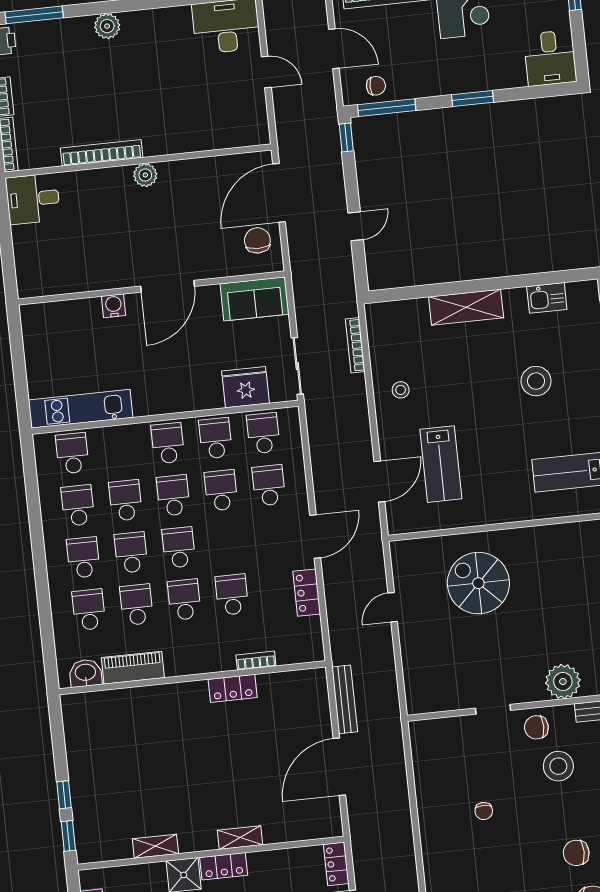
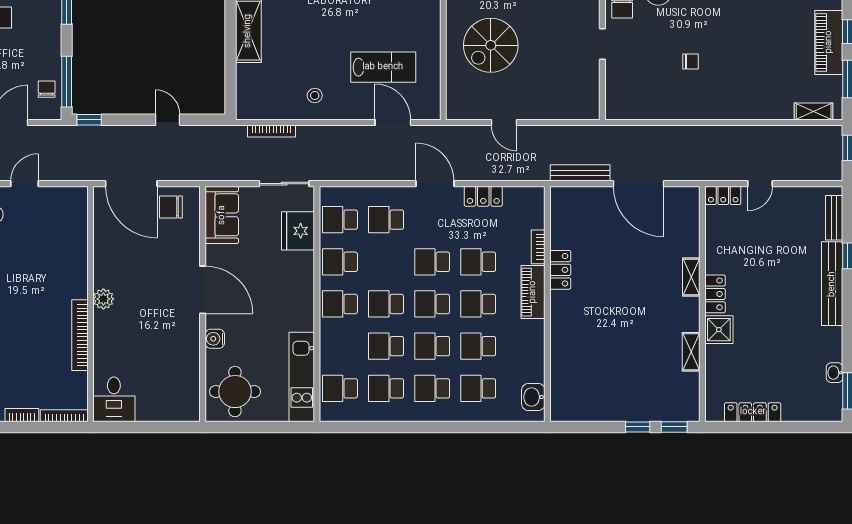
round table: (56, 335) -> (235, 392), added
school desk: (221, 490) -> (432, 262), moved
piano: (133, 668) -> (533, 292), moved

